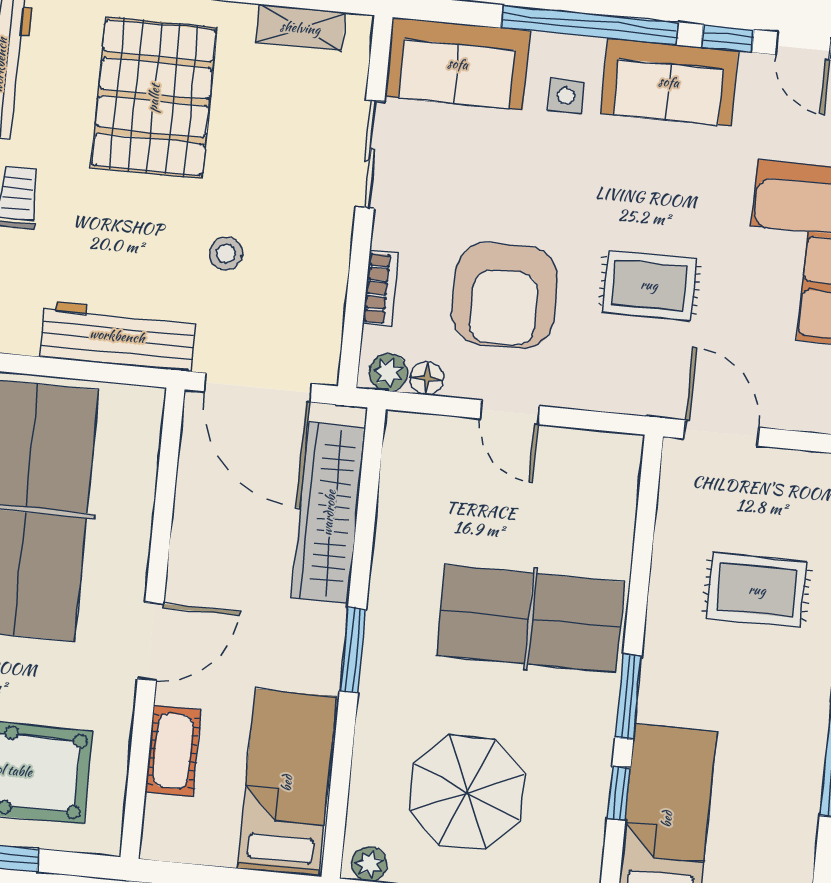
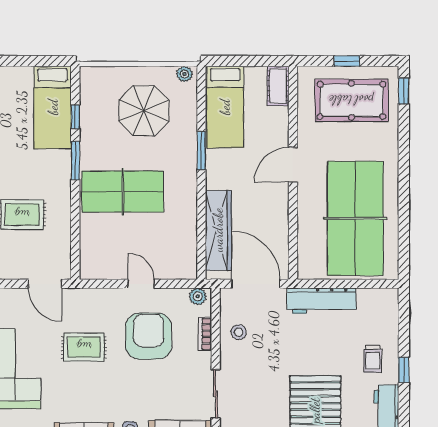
stool: (226, 254) -> (239, 332), moved
floor lamp: (427, 378) -> (180, 295), removed
window: (353, 650) -> (201, 151), moved
cot: (173, 751) -> (278, 86), moved

